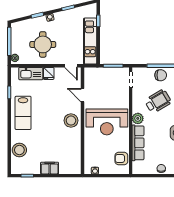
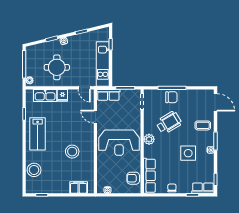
row of seats: (96, 73) -> (108, 95), added
stool: (71, 121) -> (72, 152), moved
row of seats: (138, 143) -> (149, 176), moved
filing cabinet: (50, 168) -> (79, 188), moved

